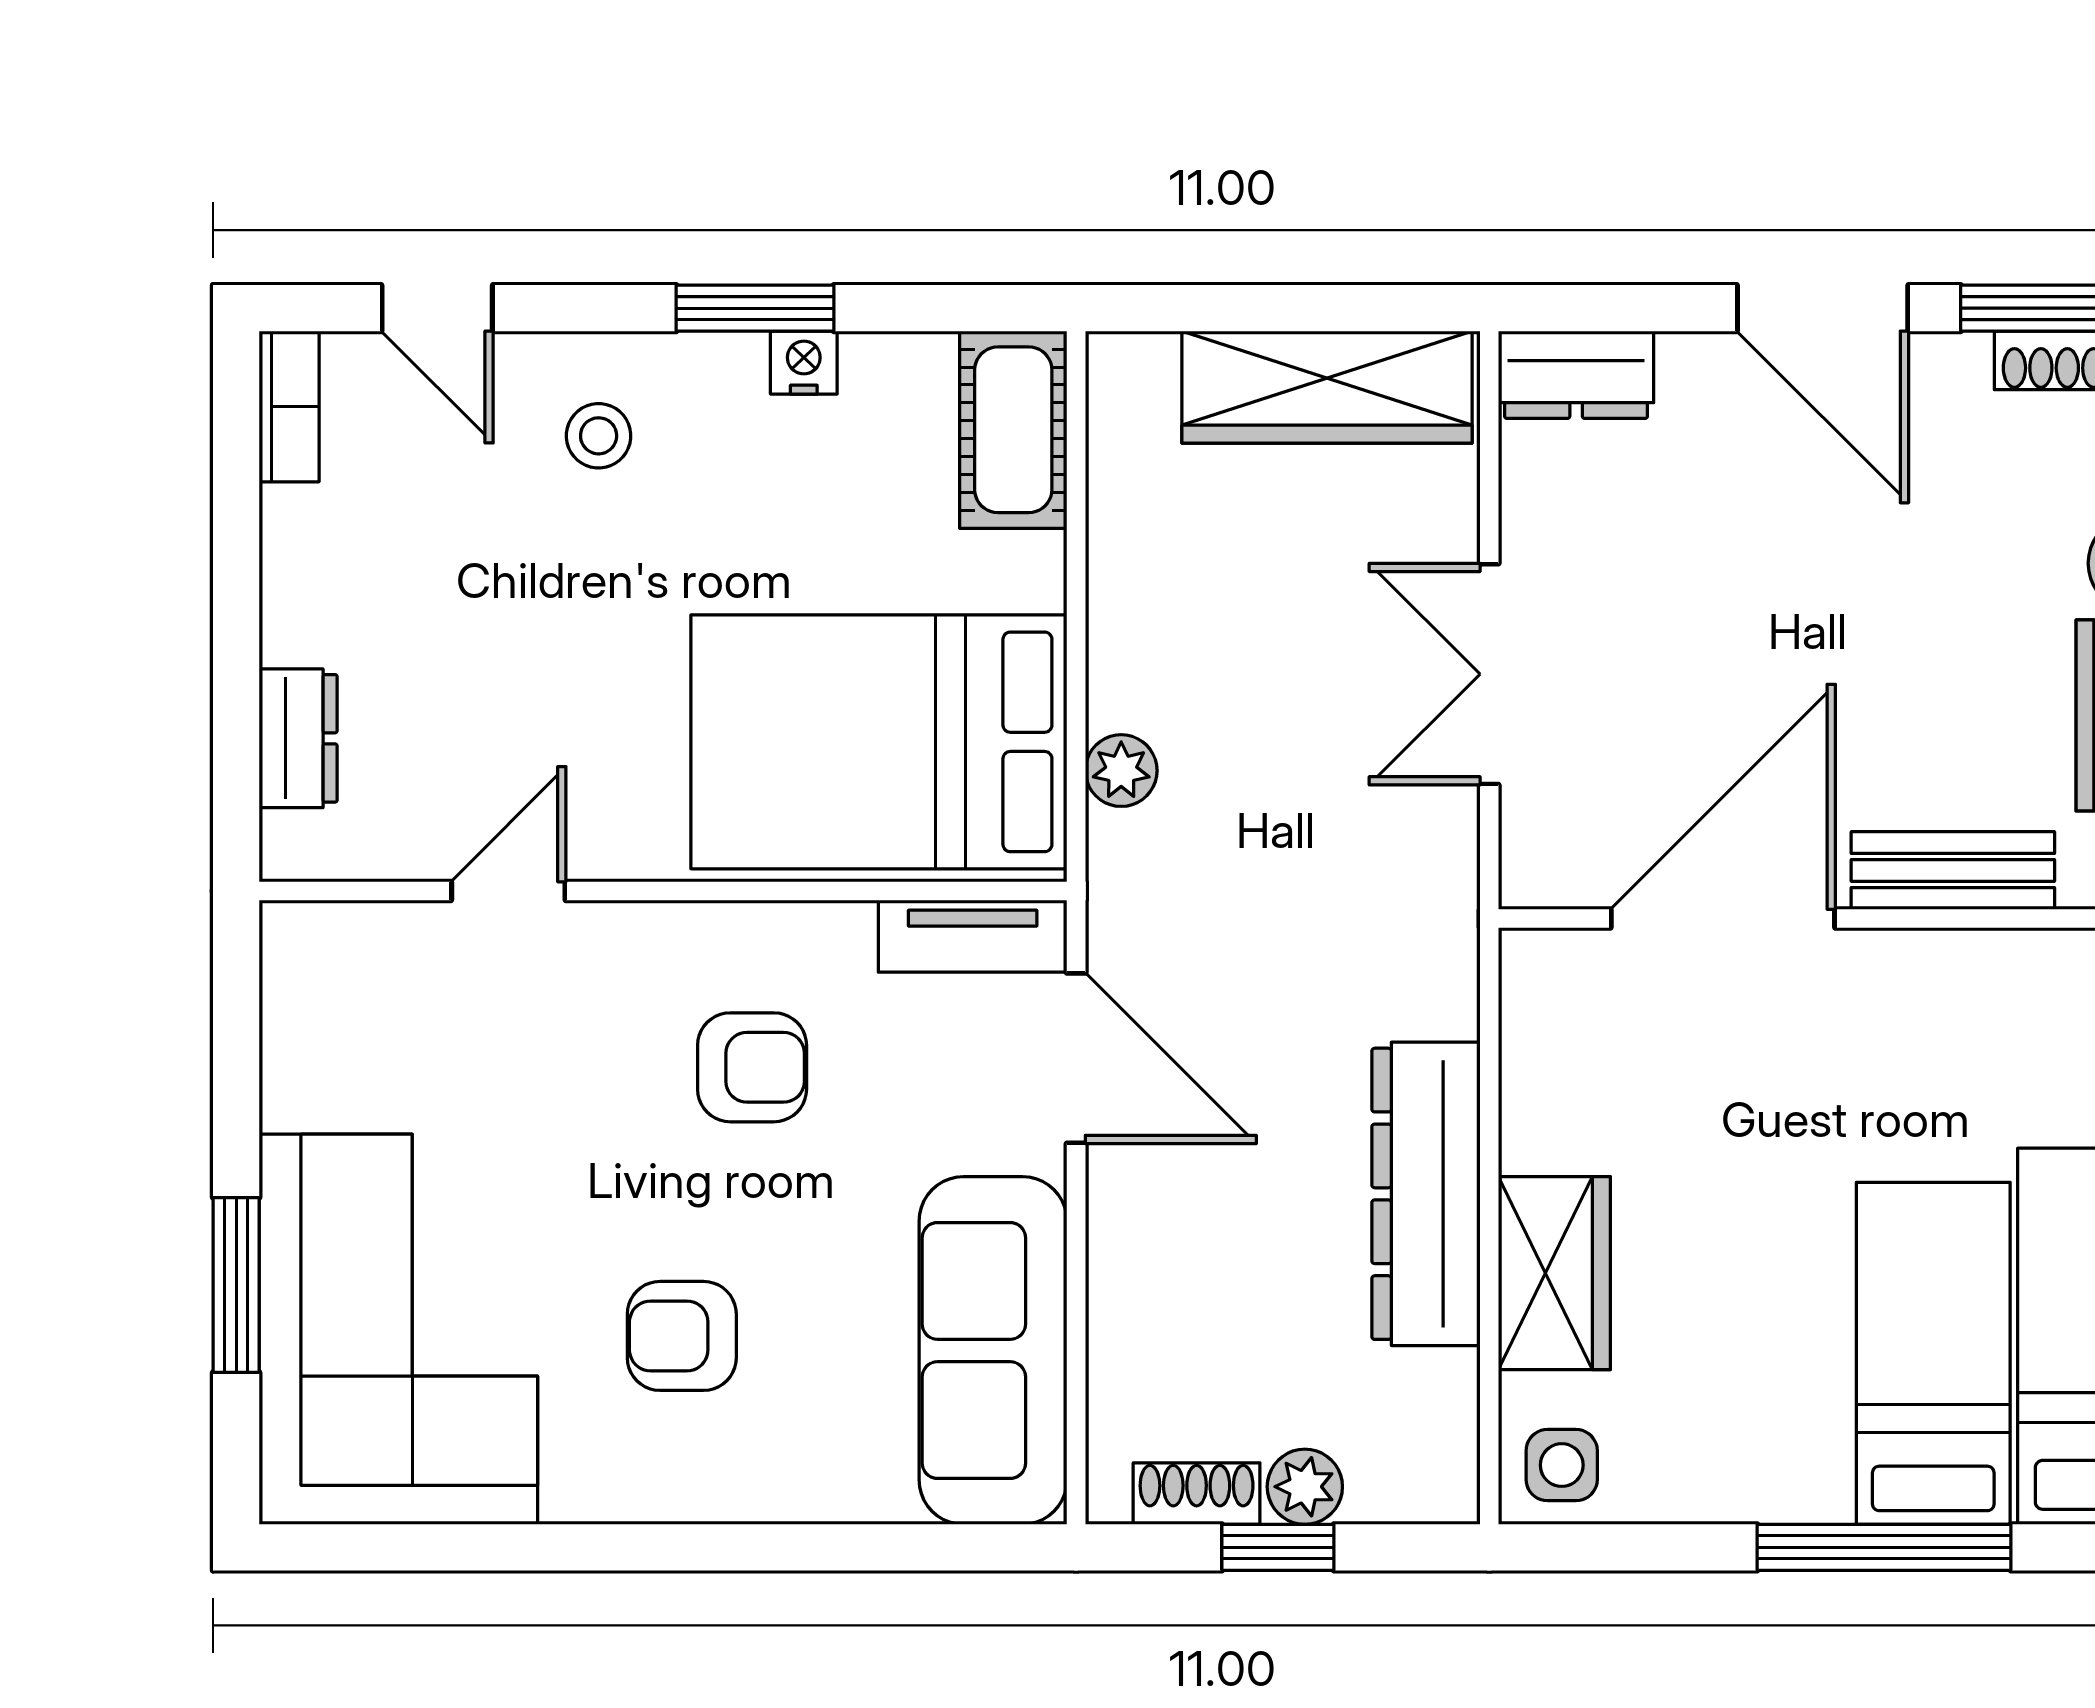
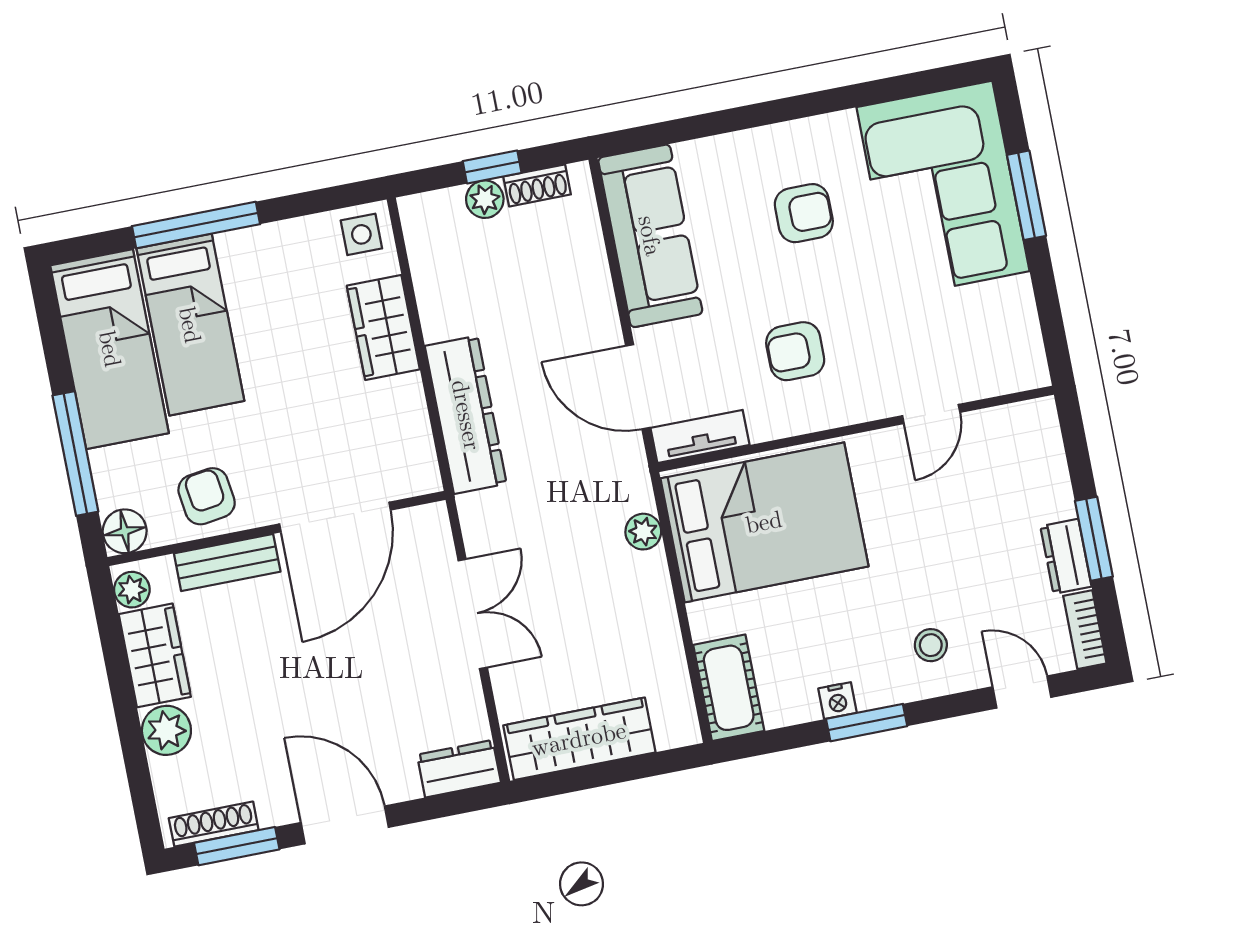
window: (236, 582) -> (1094, 539), added
dresser: (298, 738) -> (1066, 556), moved
armchair: (1968, 1009) -> (207, 496), added
dresser: (1426, 1194) -> (466, 415), moved

